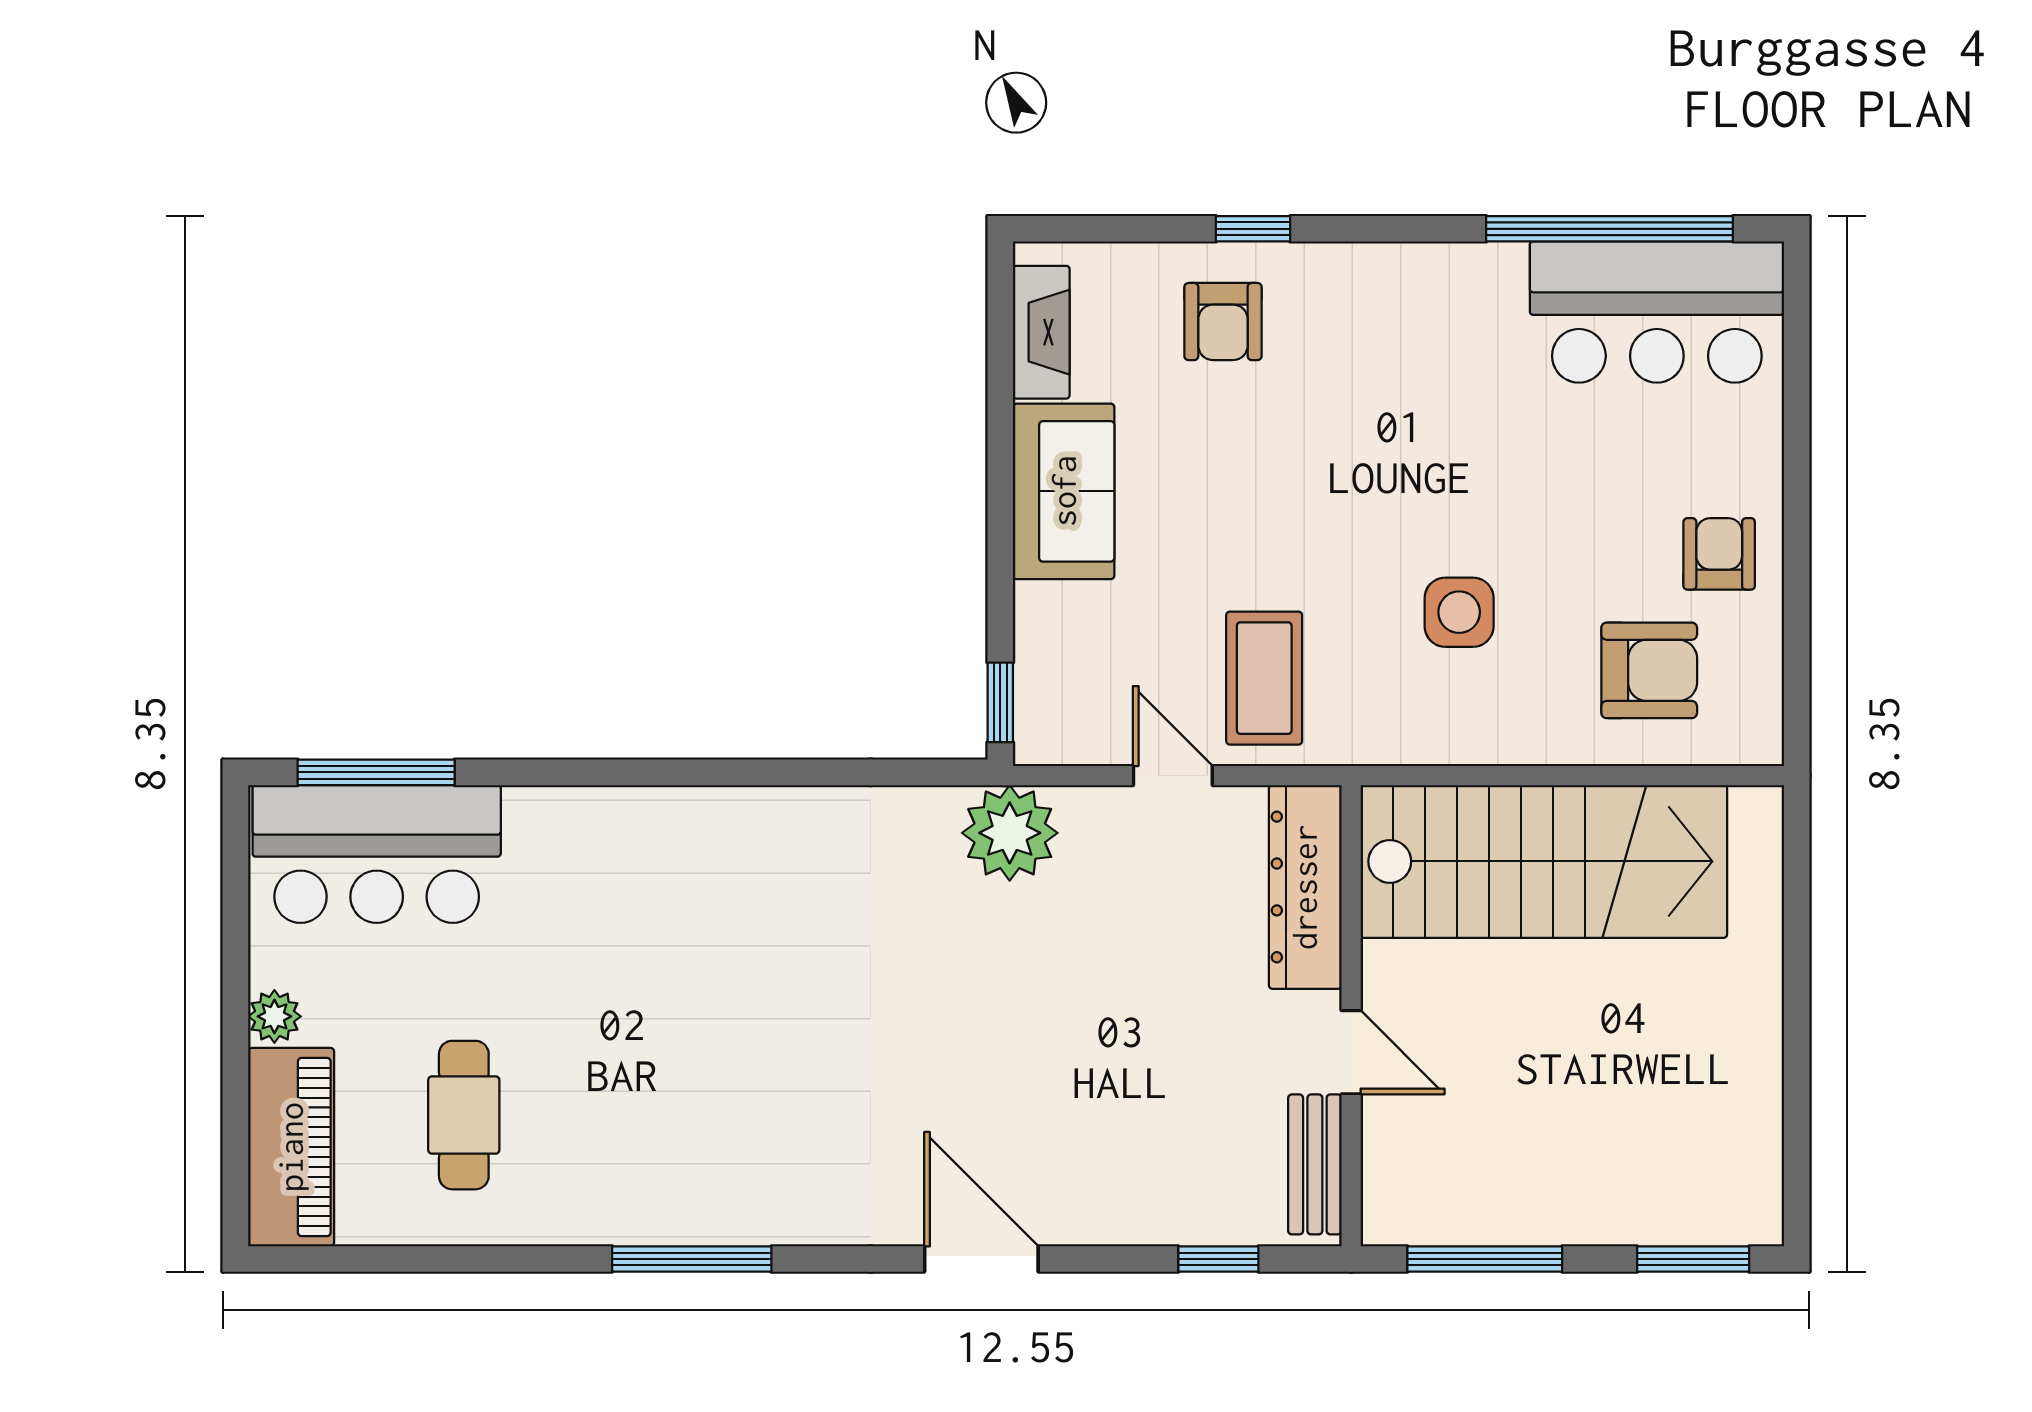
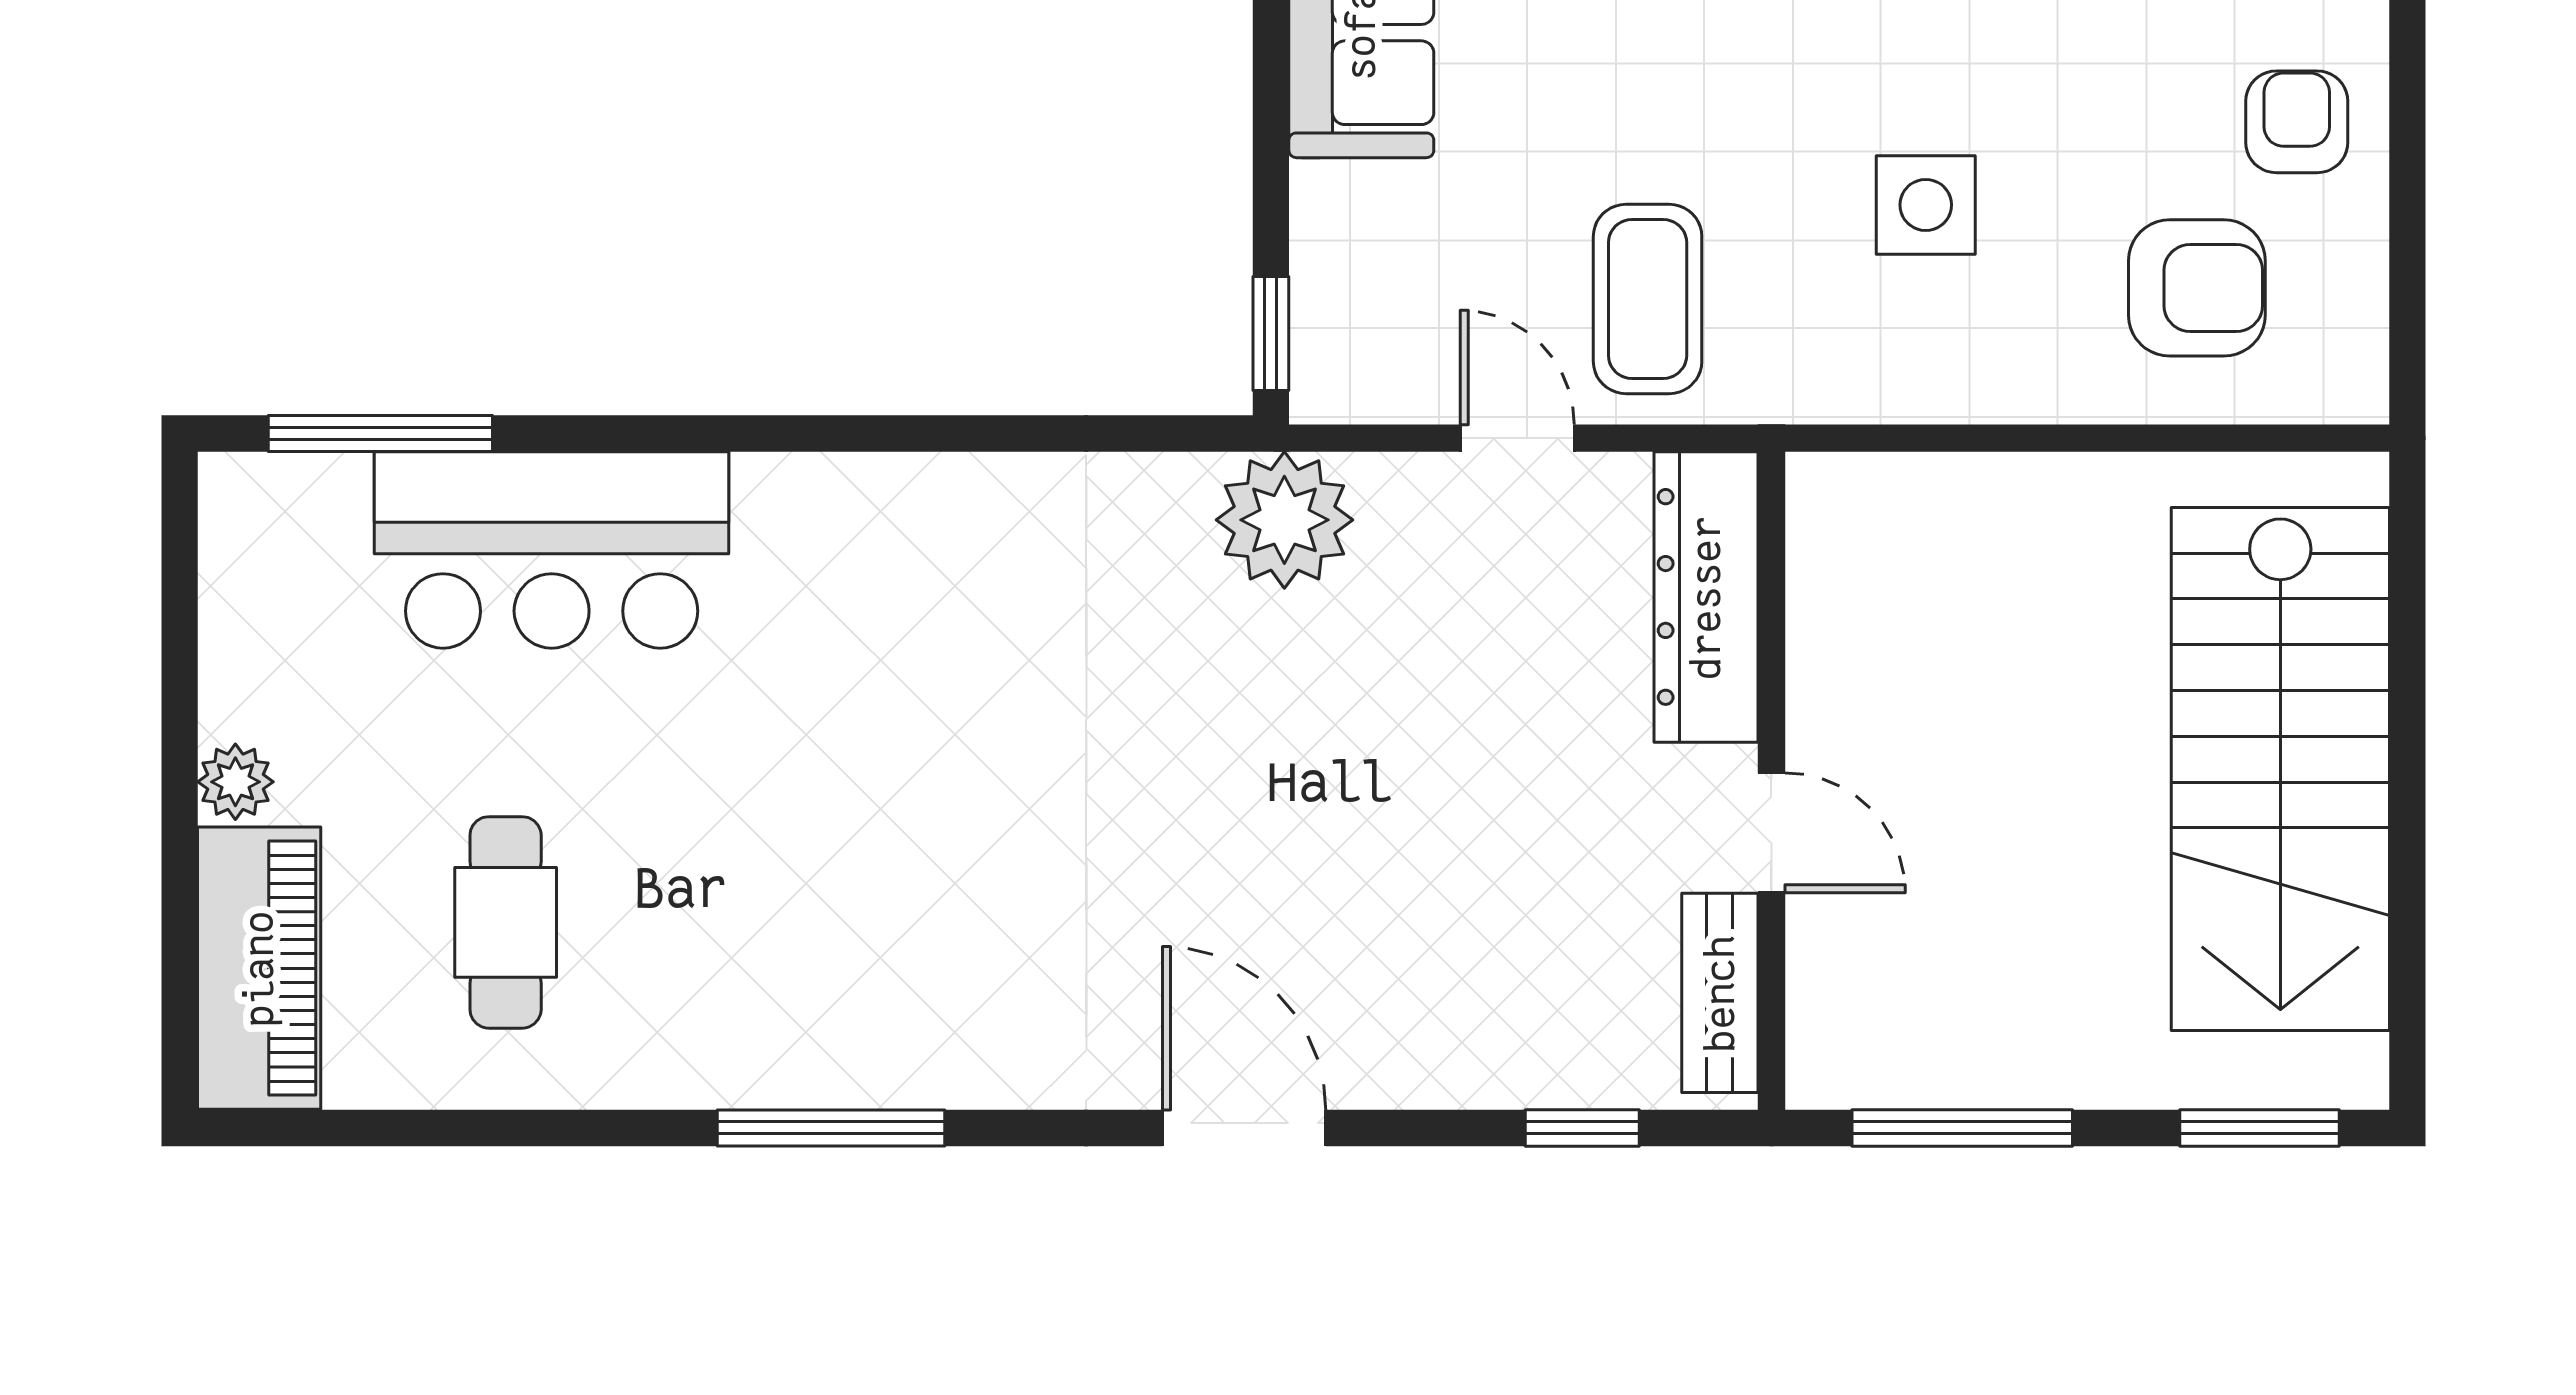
bar counter: (377, 854) -> (552, 550), moved
stairs: (1544, 861) -> (2280, 769), moved, turned 90

